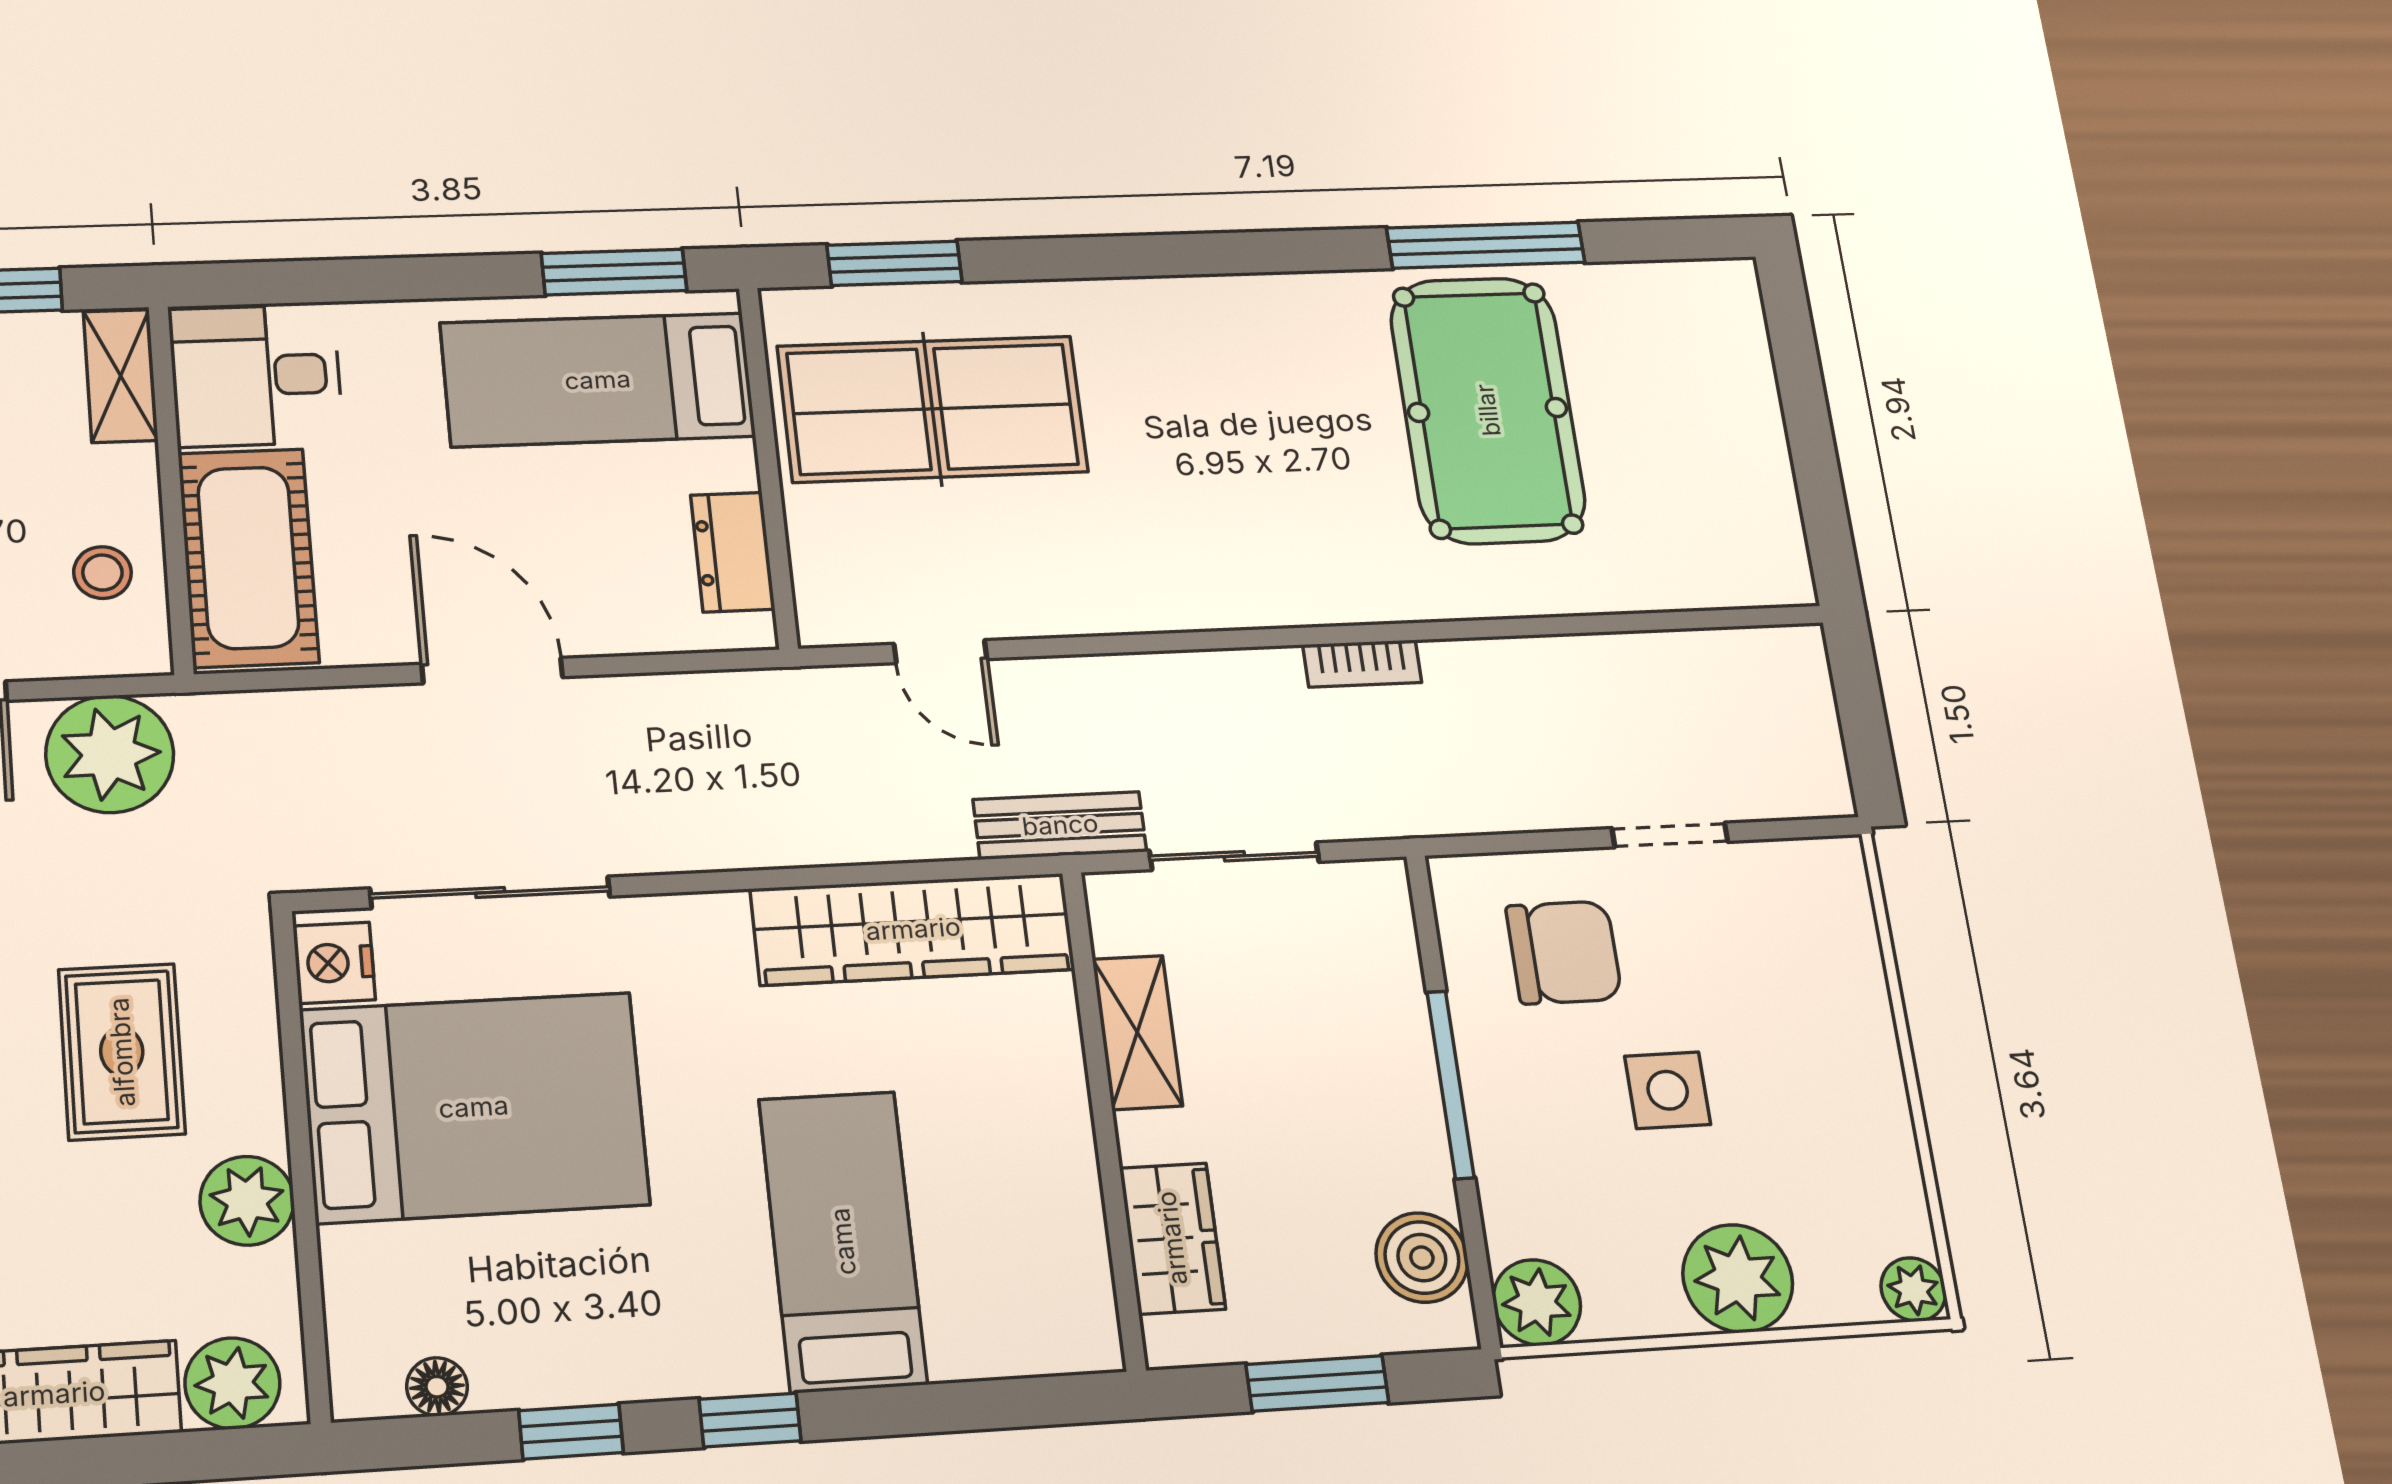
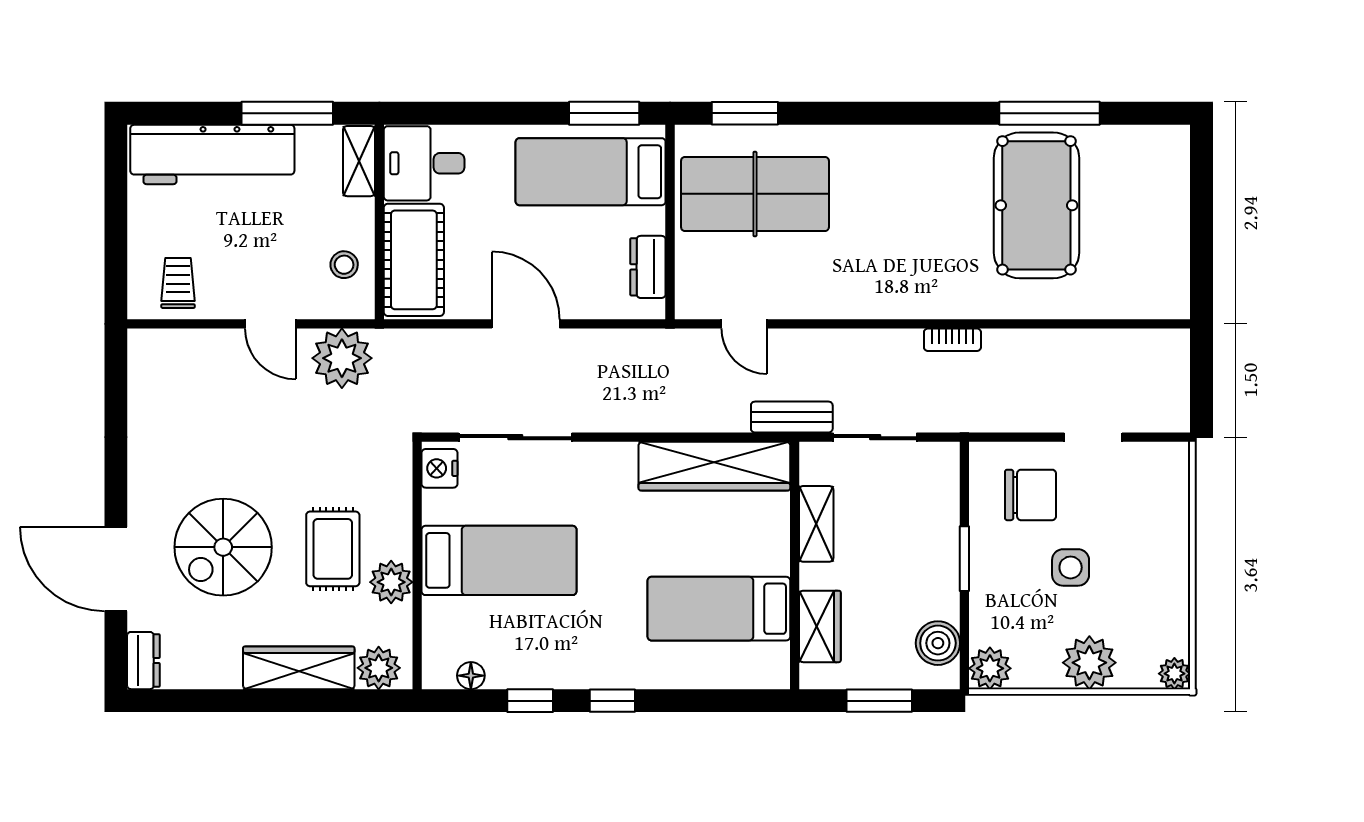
rug: (122, 1052) -> (333, 549), moved
window: (1450, 1085) -> (964, 559), width x0.69
bed: (474, 1107) -> (499, 560), width x0.67
bed: (843, 1241) -> (719, 609), moved, turned -90

